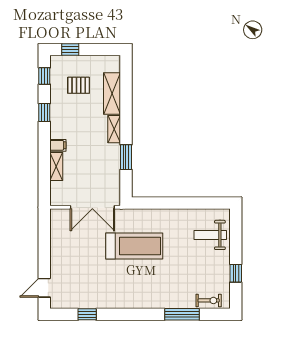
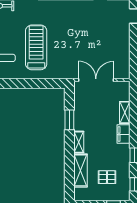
filing cabinet: (58, 145) -> (123, 134), width x2.00
treadmill: (134, 246) -> (36, 47), moved, turned 90

